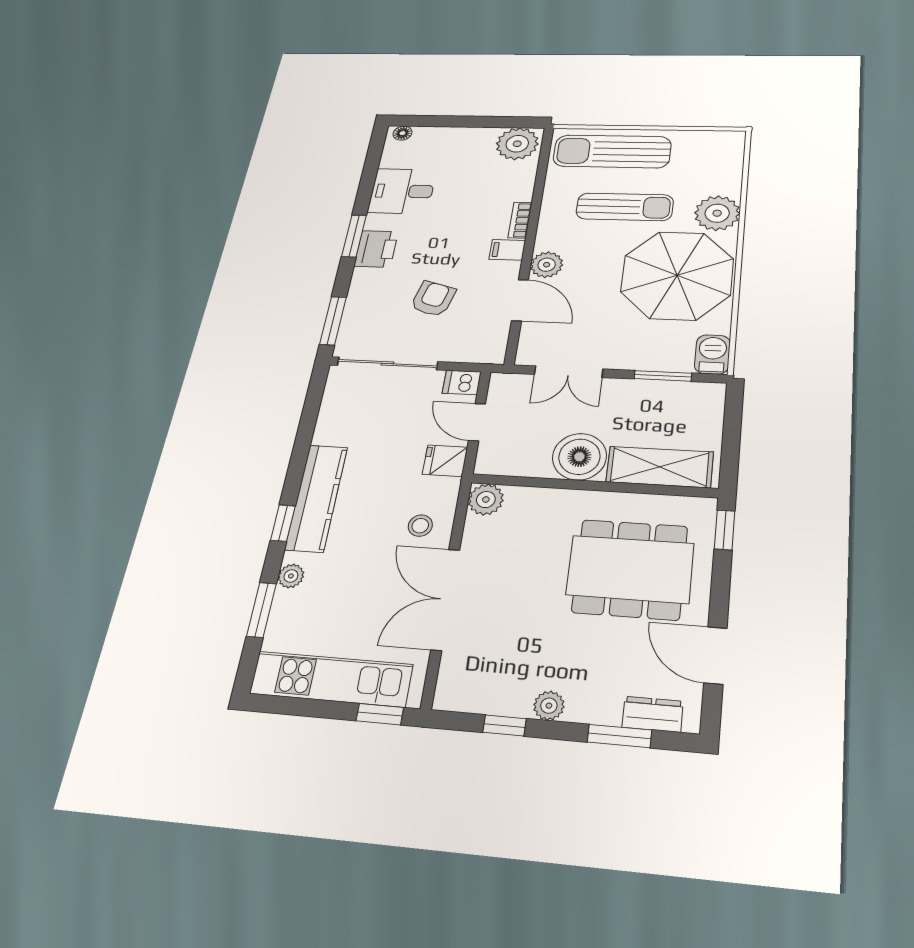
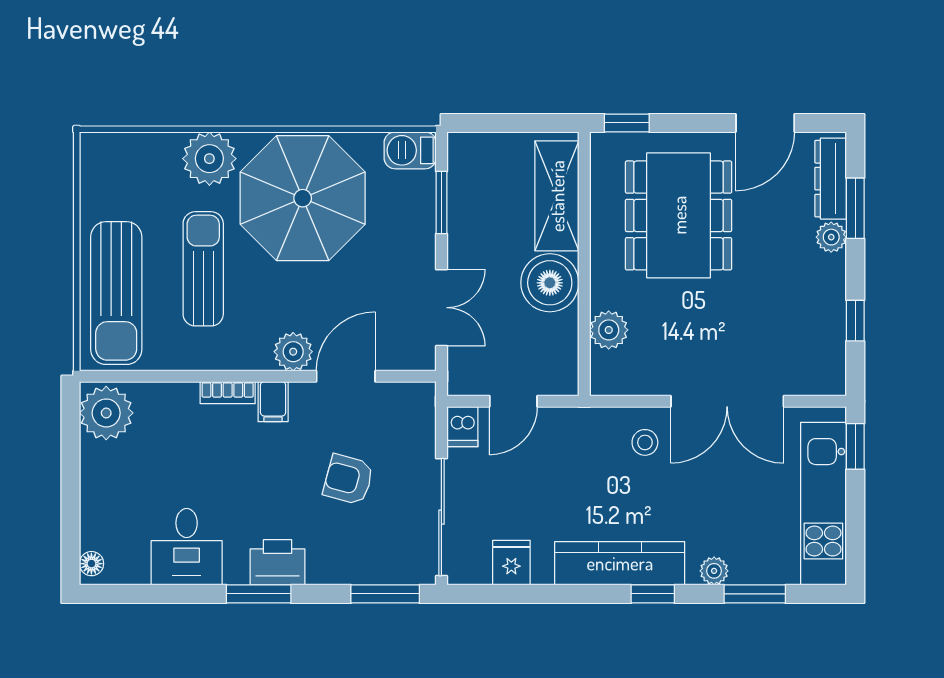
fridge: (445, 461) -> (511, 563), moved, turned 180
plant: (486, 500) -> (609, 330), moved
plant: (549, 706) -> (831, 237), moved
dresser: (653, 714) -> (831, 179), width x1.44

